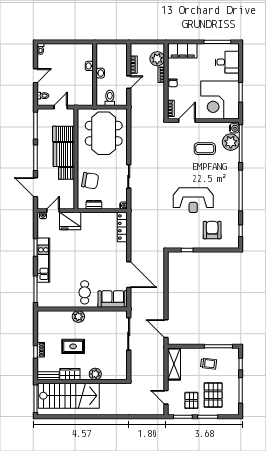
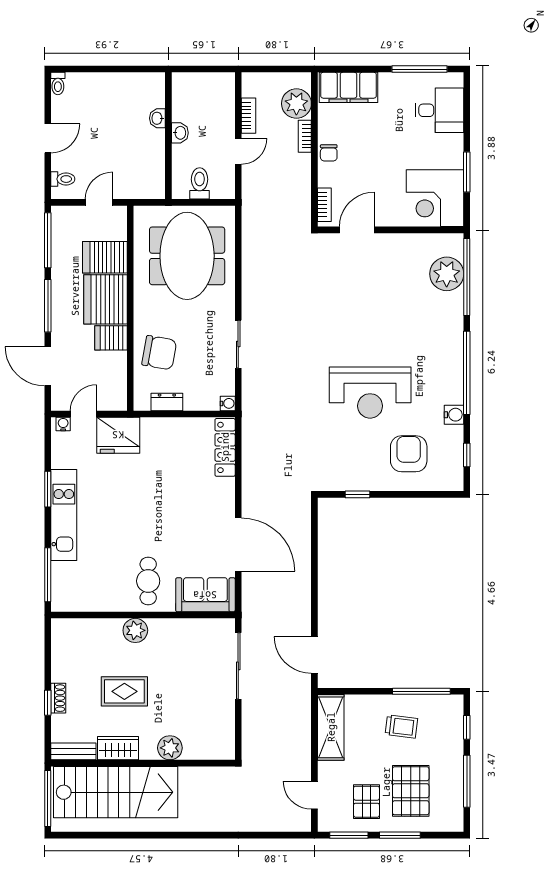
corner desk: (220, 100) -> (435, 198), width x0.74, depth x0.74
water cooler: (234, 128) -> (454, 415), moved
coffee table: (205, 149) -> (394, 287), removed

